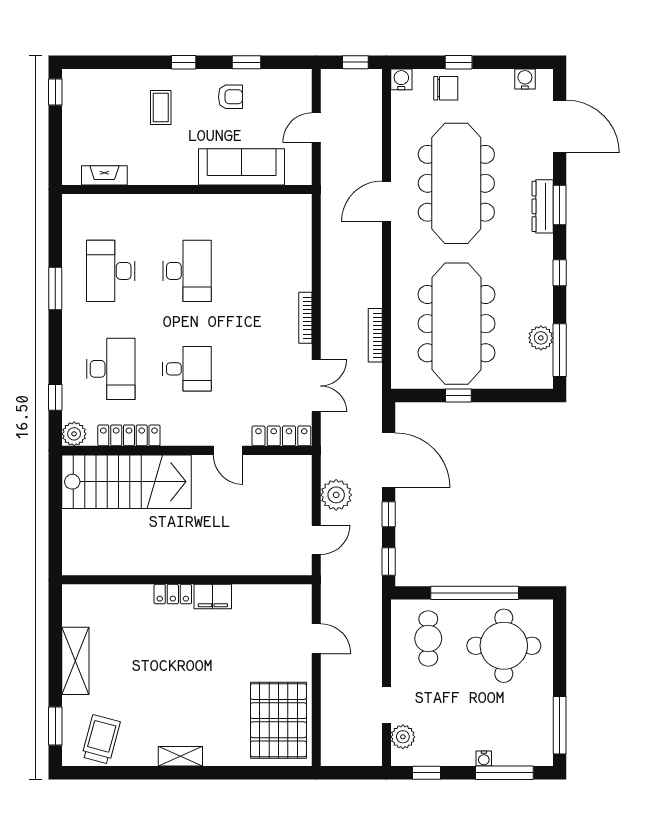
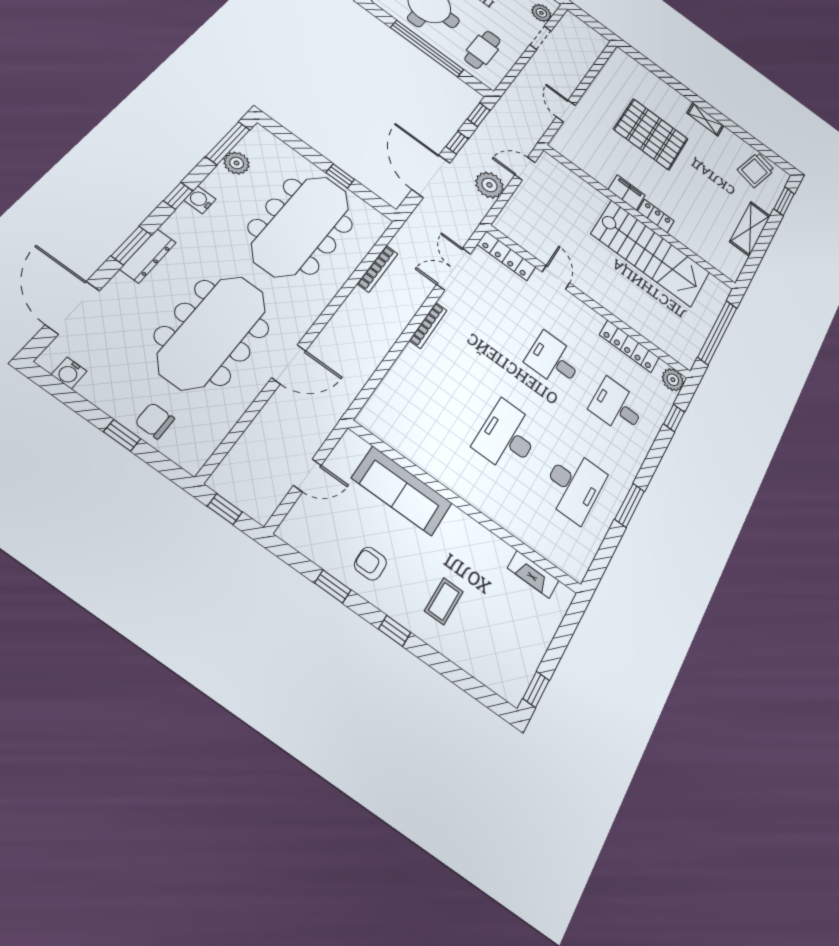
water cooler: (401, 79) -> (200, 200), moved, turned 90
desk: (111, 369) -> (617, 406), width x0.73
stairs: (127, 482) -> (651, 253), moved, turned 180
window: (55, 516) -> (717, 332), added
pallet: (278, 720) -> (651, 134), moved, turned 90

